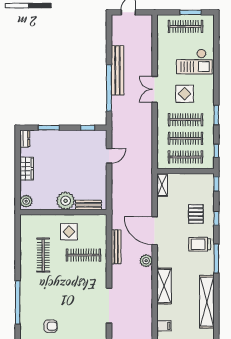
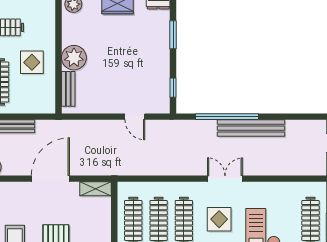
door: (155, 231) -> (50, 179), moved

